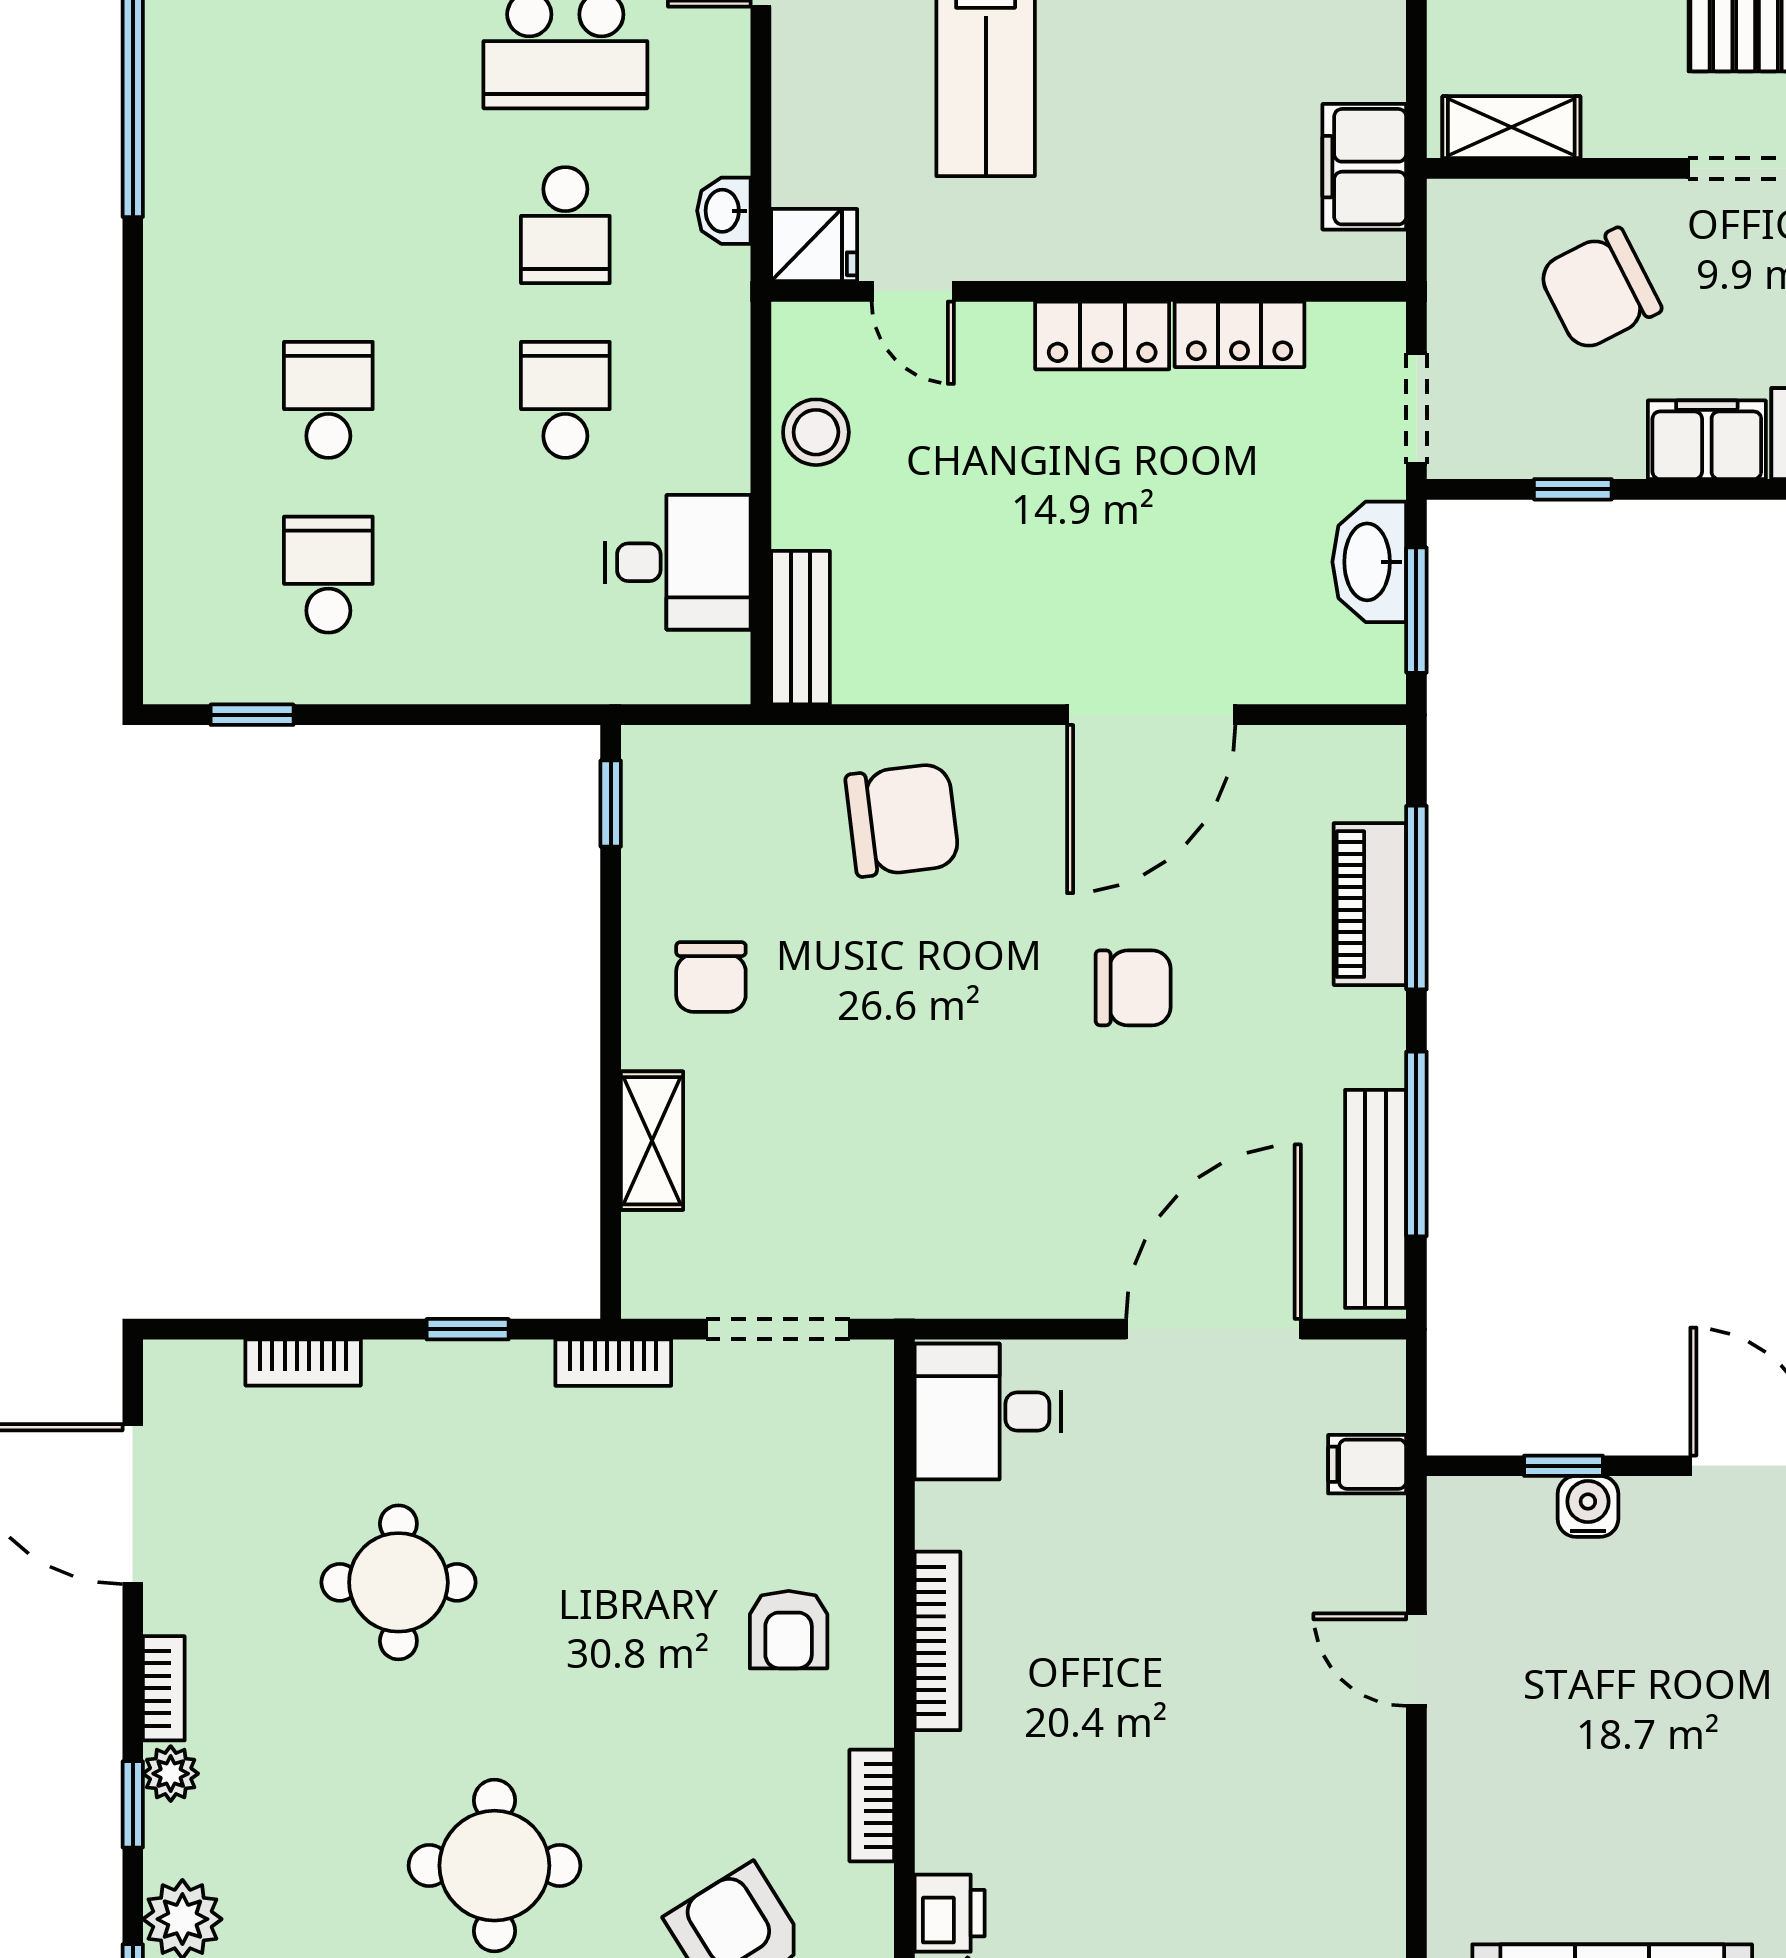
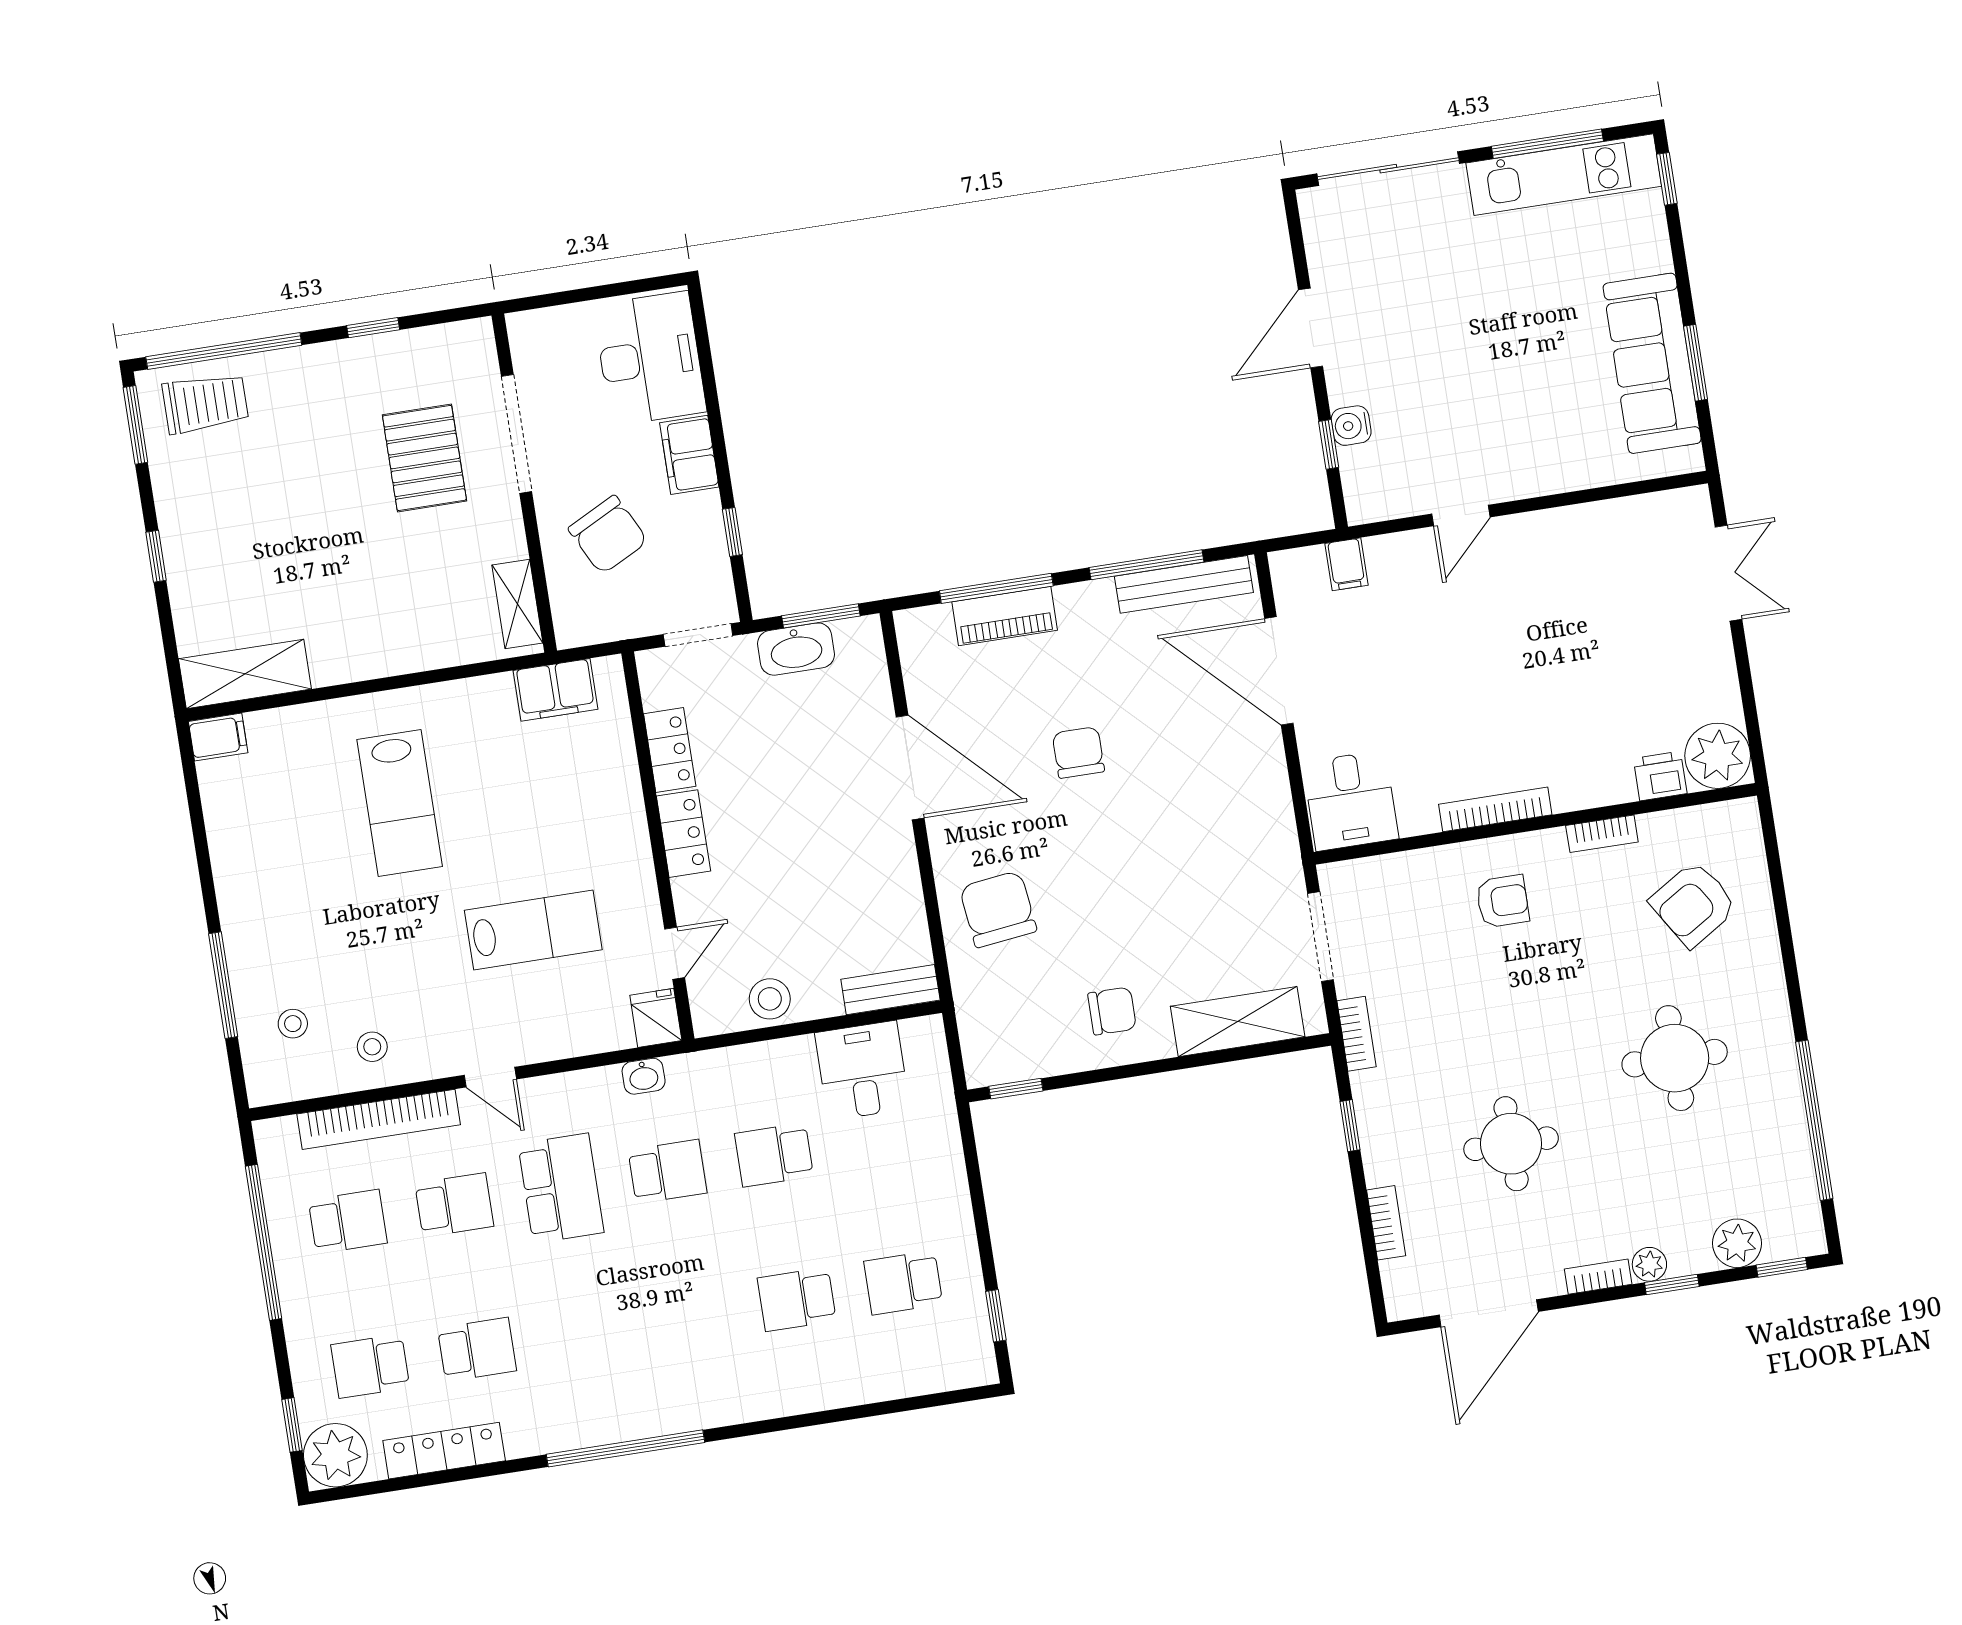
shelving: (652, 1141) -> (1238, 1022), width x1.50, depth x1.33

